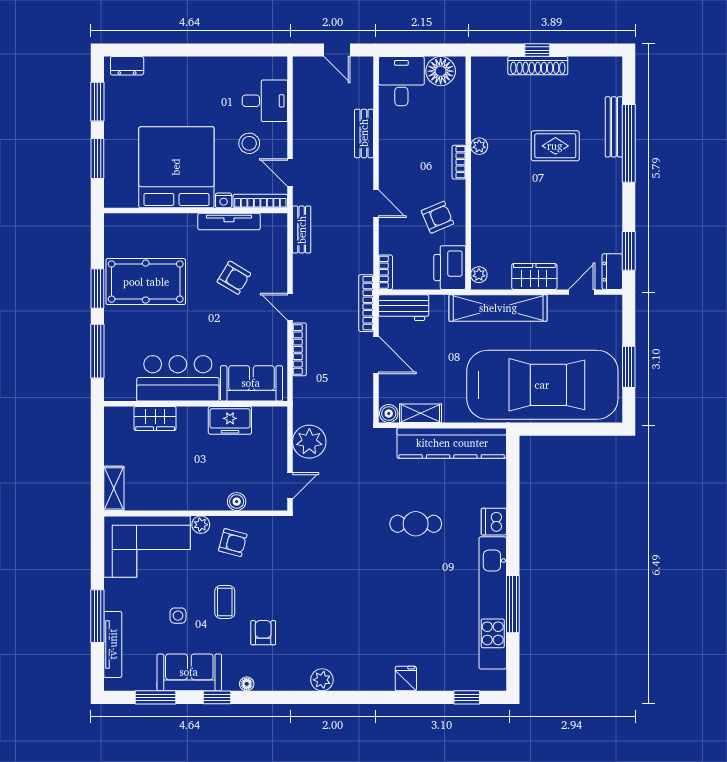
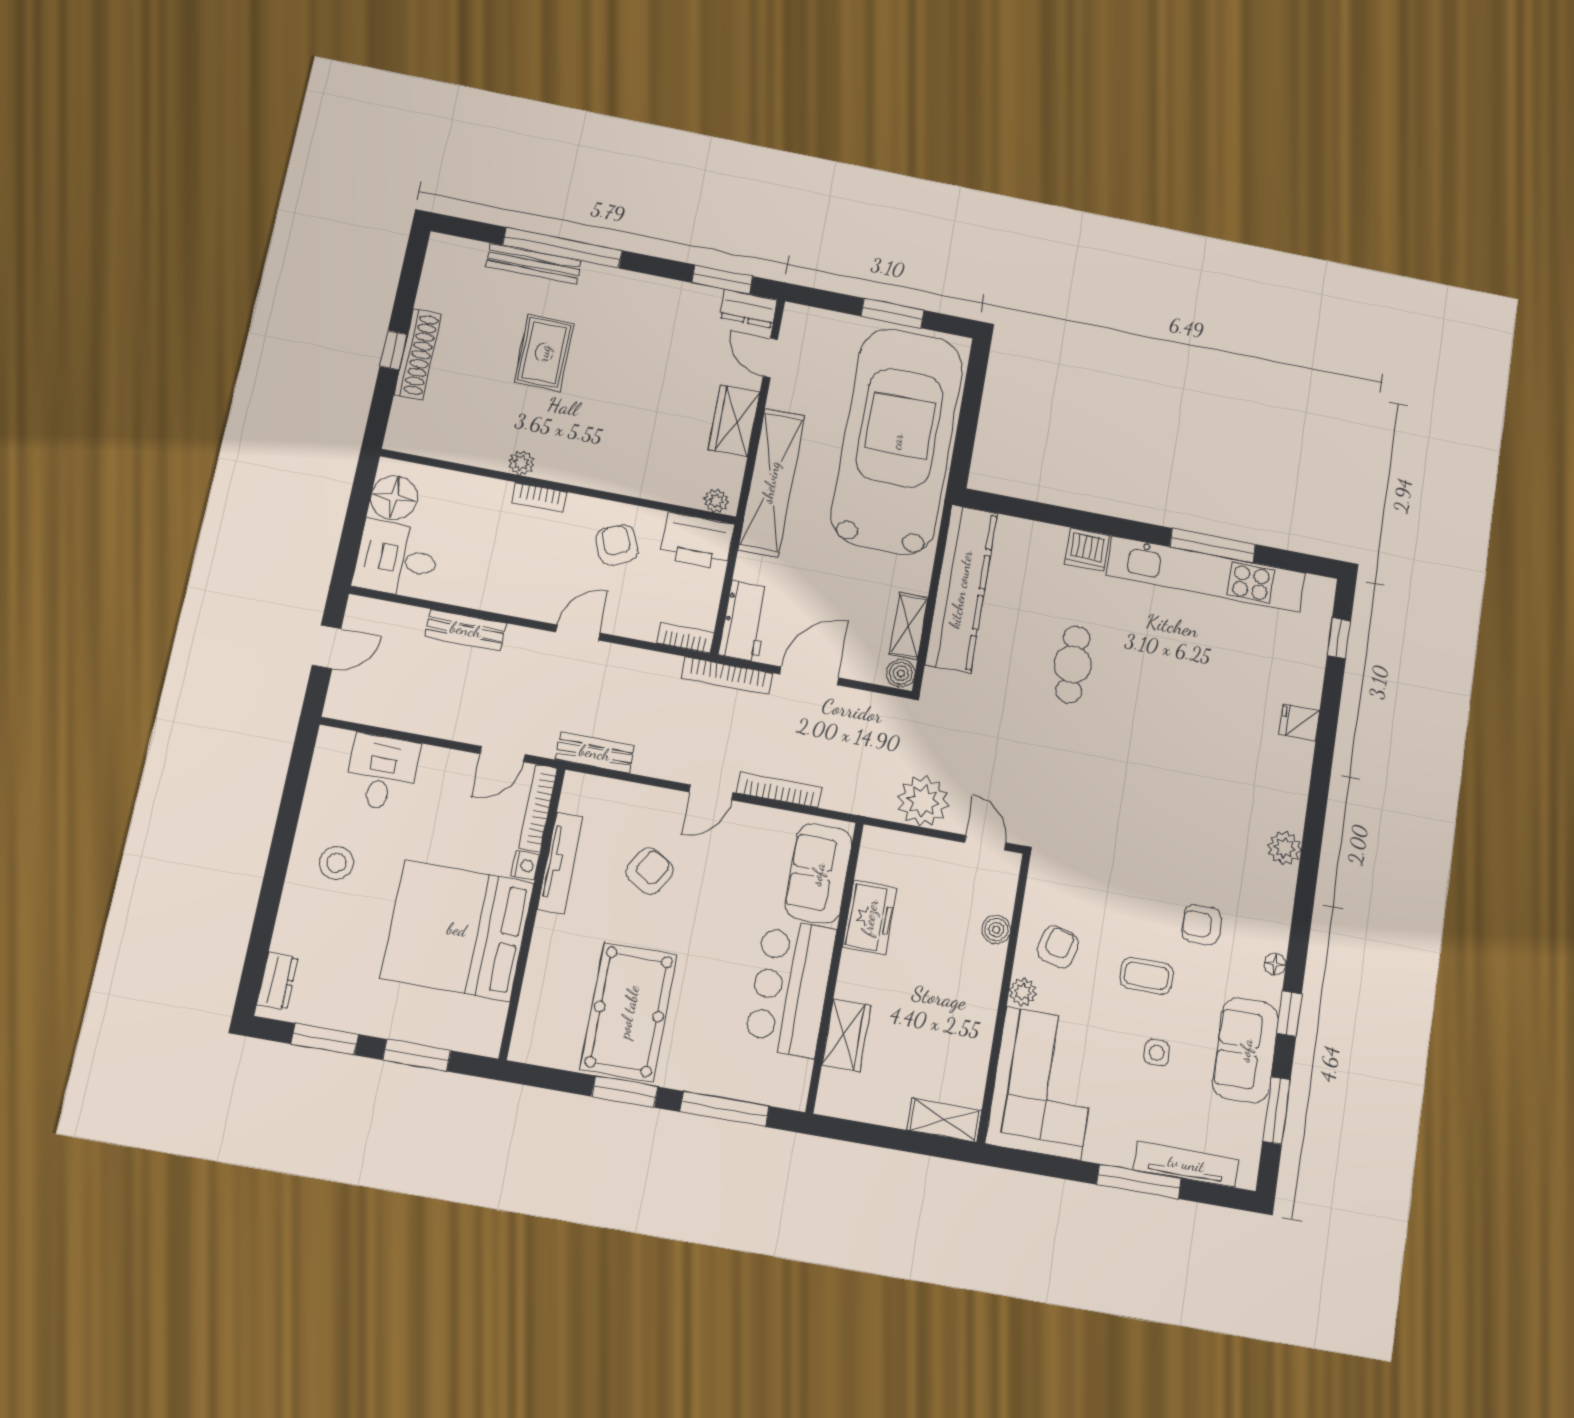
stool: (249, 143) -> (336, 863), moved

